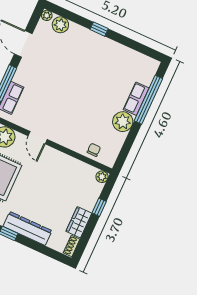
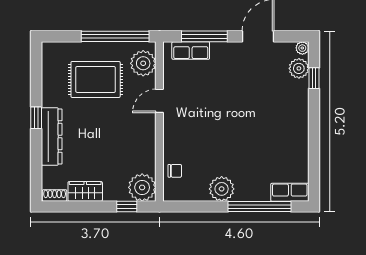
window: (99, 29) -> (314, 78), moved
row of seats: (136, 99) -> (290, 192), moved
plant: (102, 177) -> (142, 187), width x1.87, depth x1.87
window: (99, 207) -> (127, 207), moved

